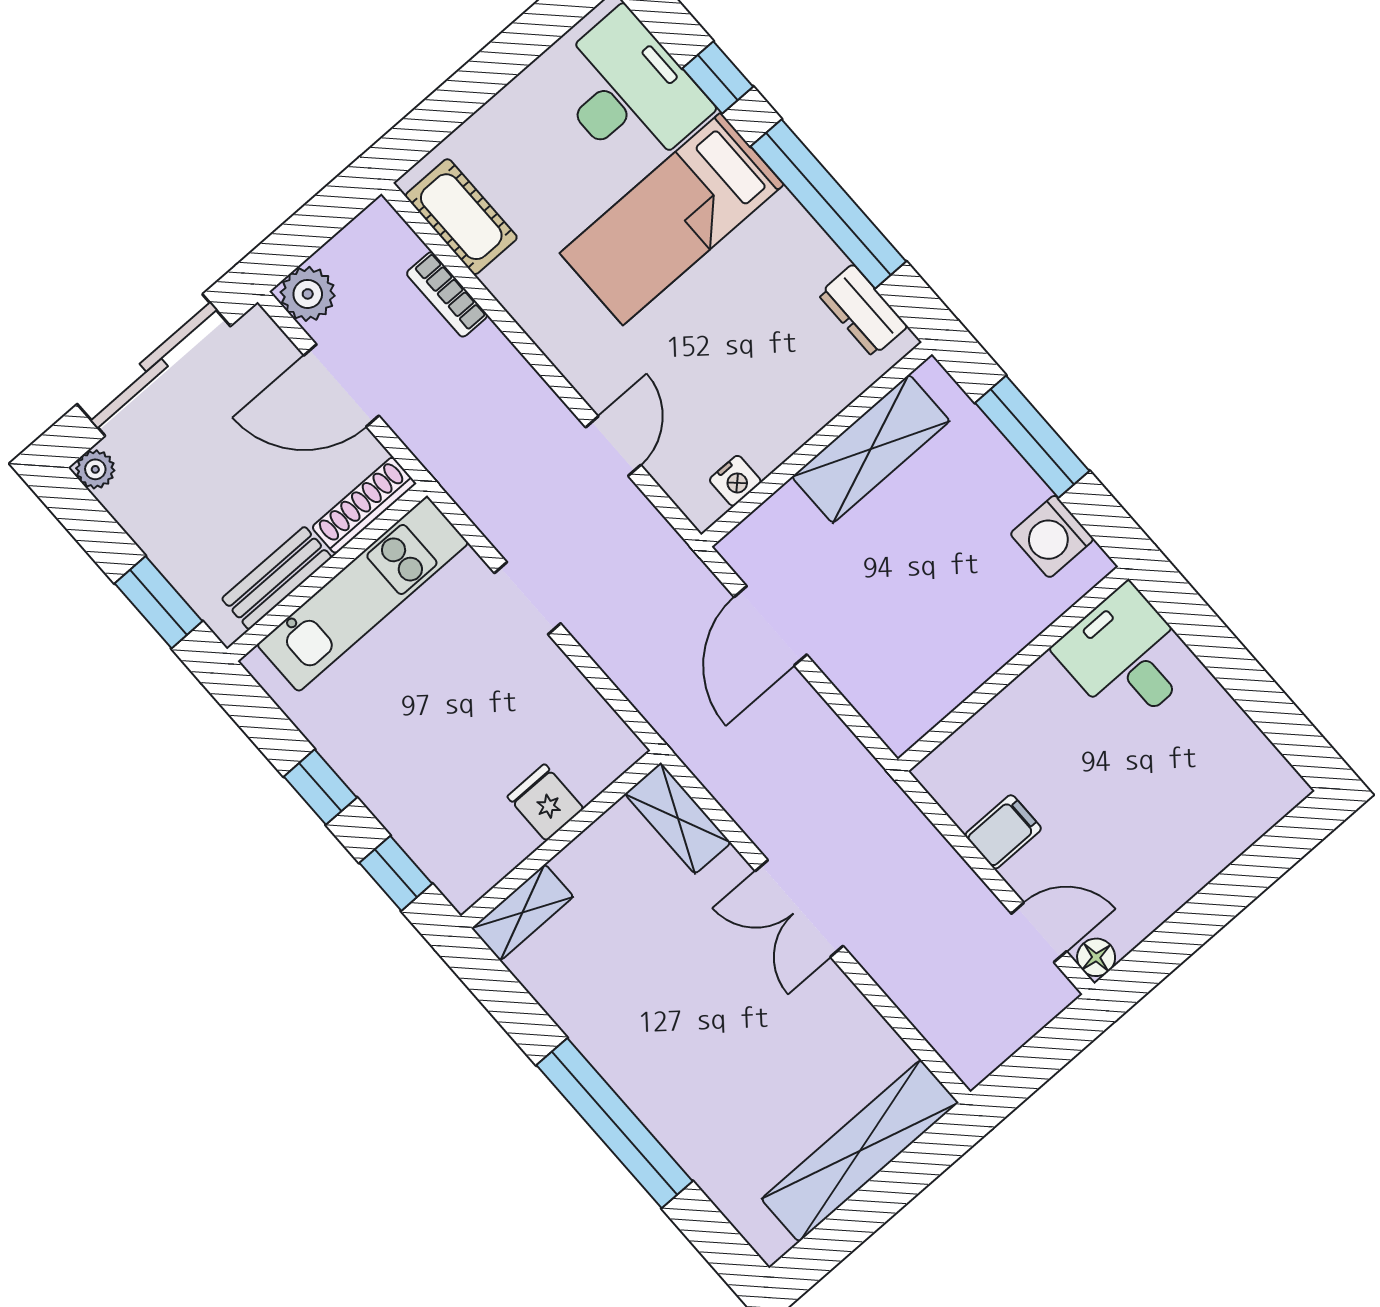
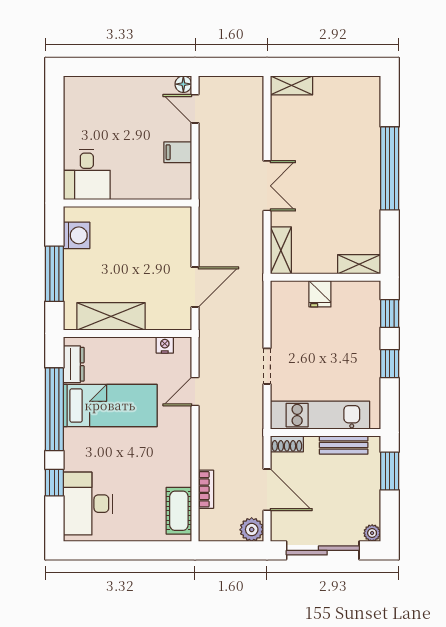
bed: (672, 219) -> (110, 405), moved
shoe rack: (364, 505) -> (287, 444), width x0.70
shelving: (860, 1151) -> (291, 85), width x0.45, depth x0.75

